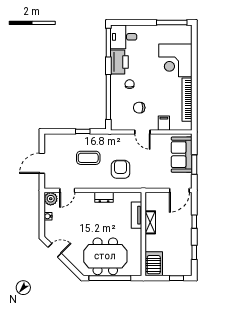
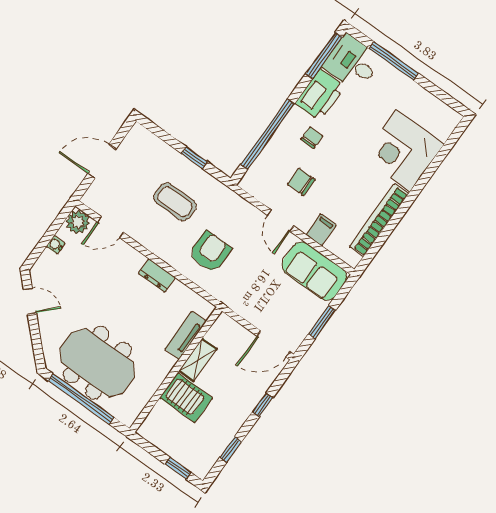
window: (172, 23) -> (394, 61), moved
sofa: (182, 155) -> (314, 271), moved, turned -90
server rack: (154, 264) -> (186, 398), moved, turned 90

